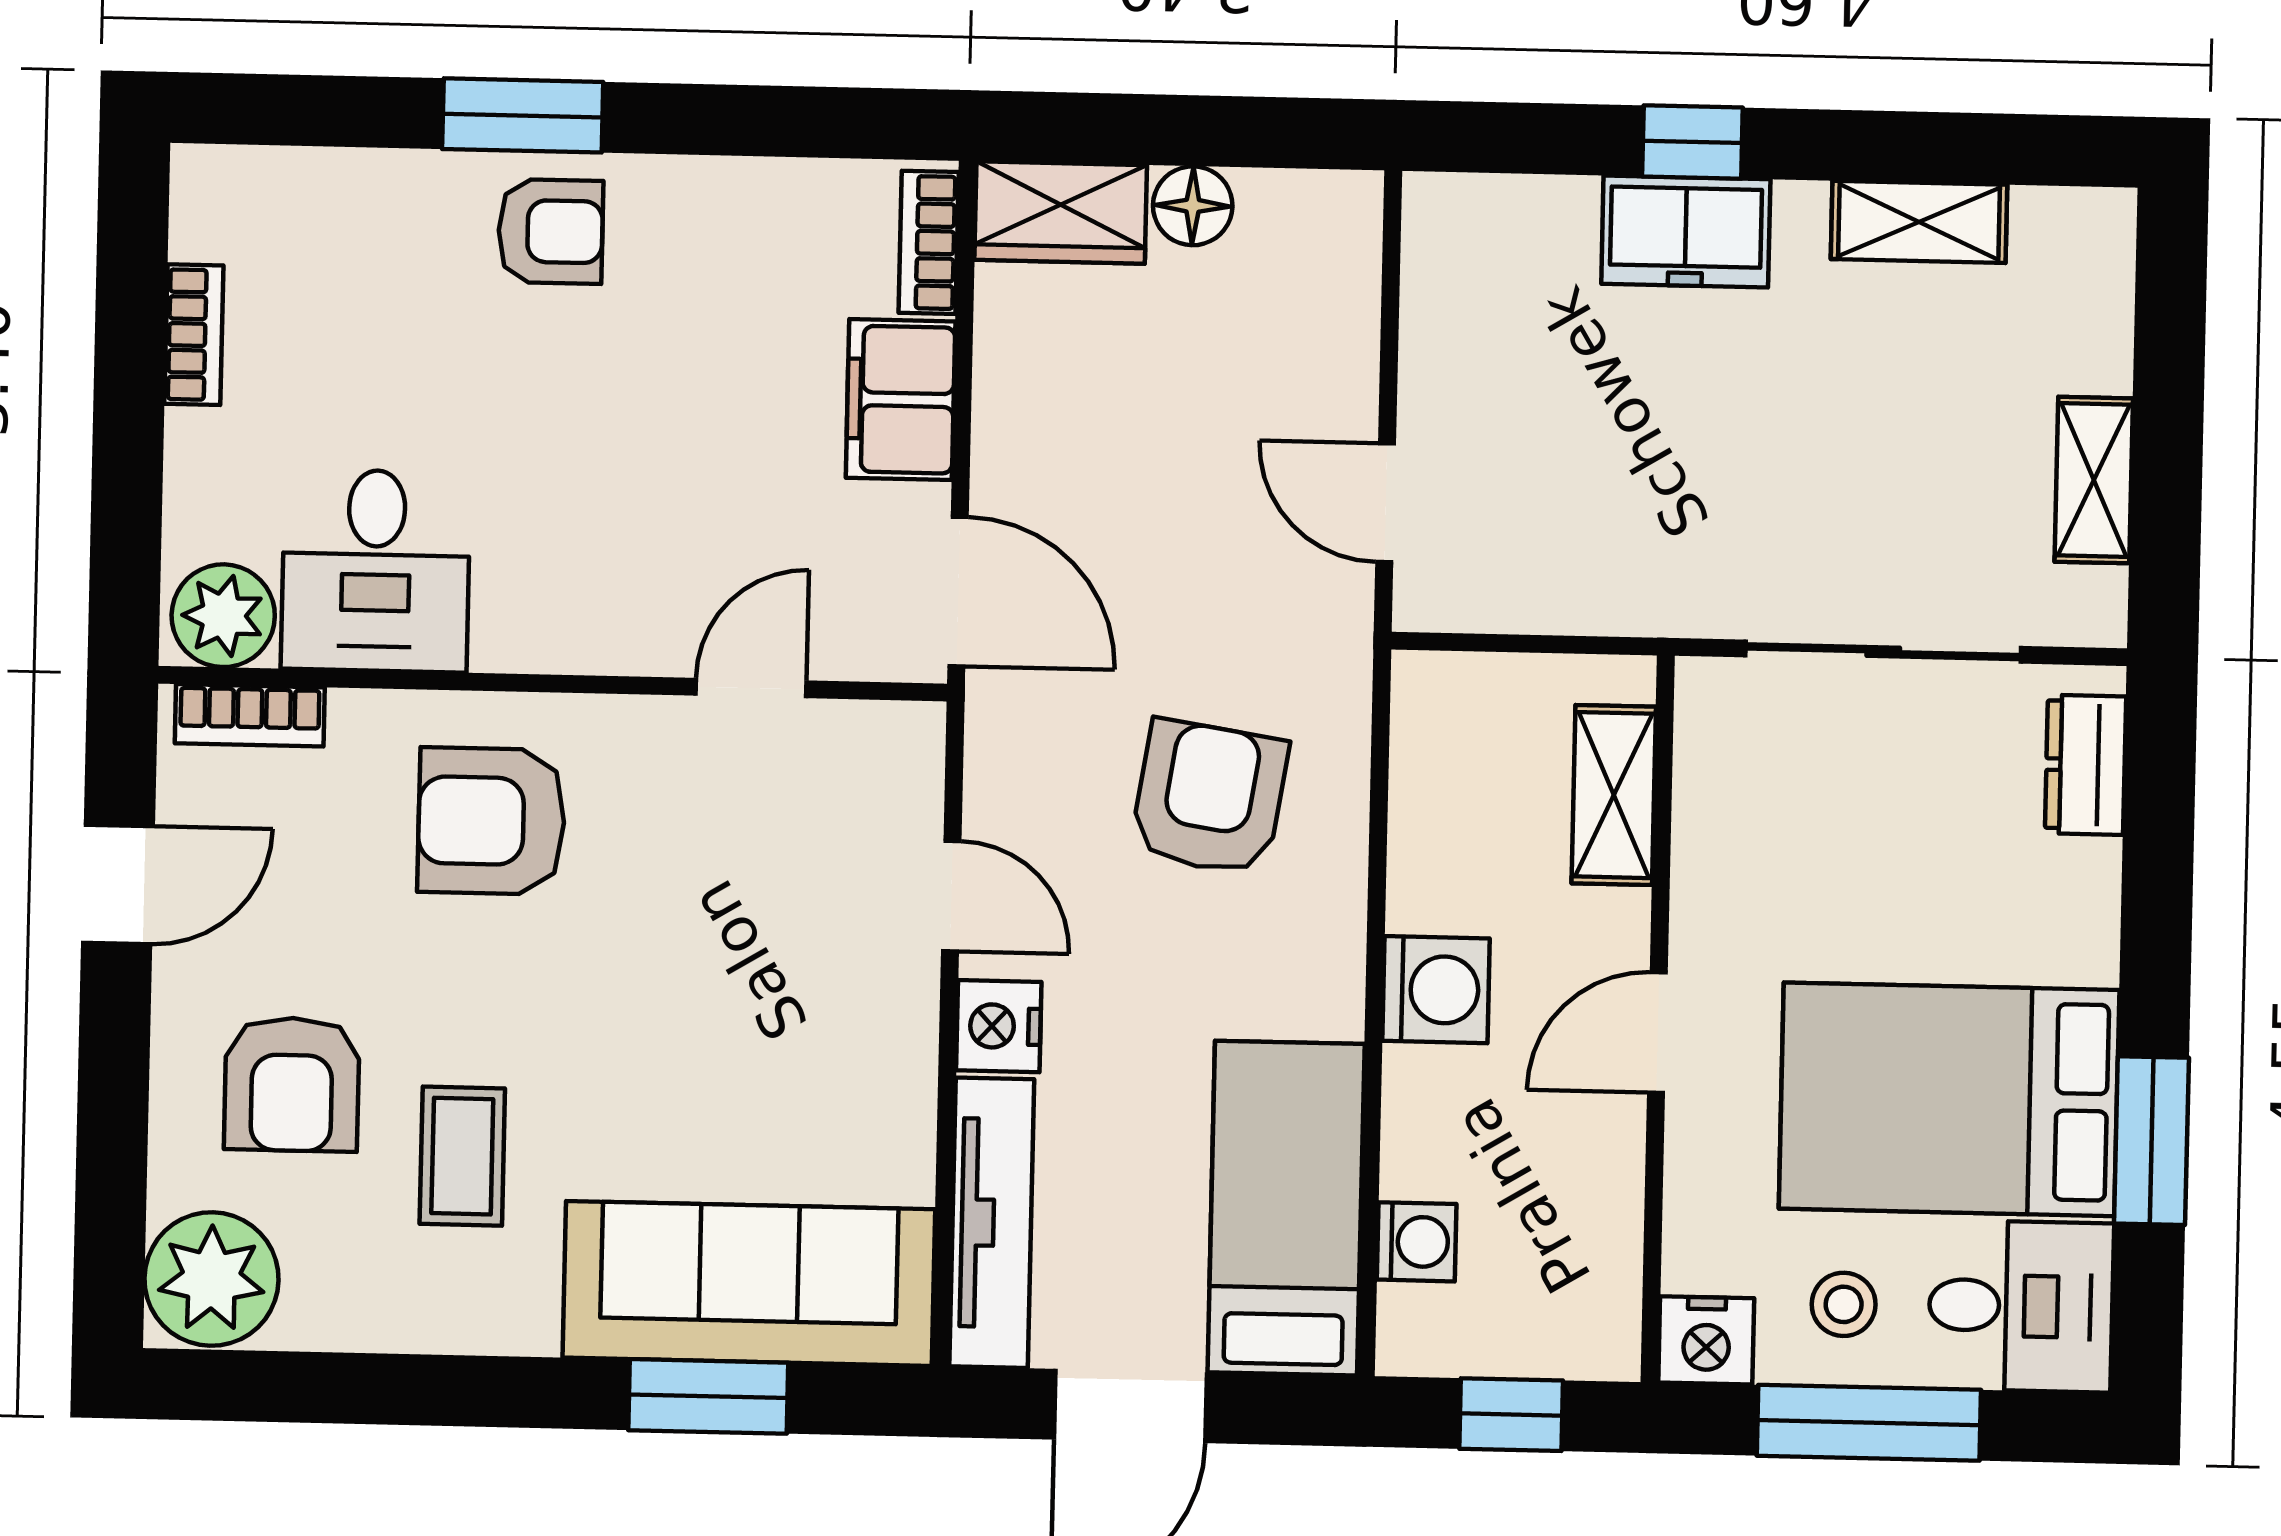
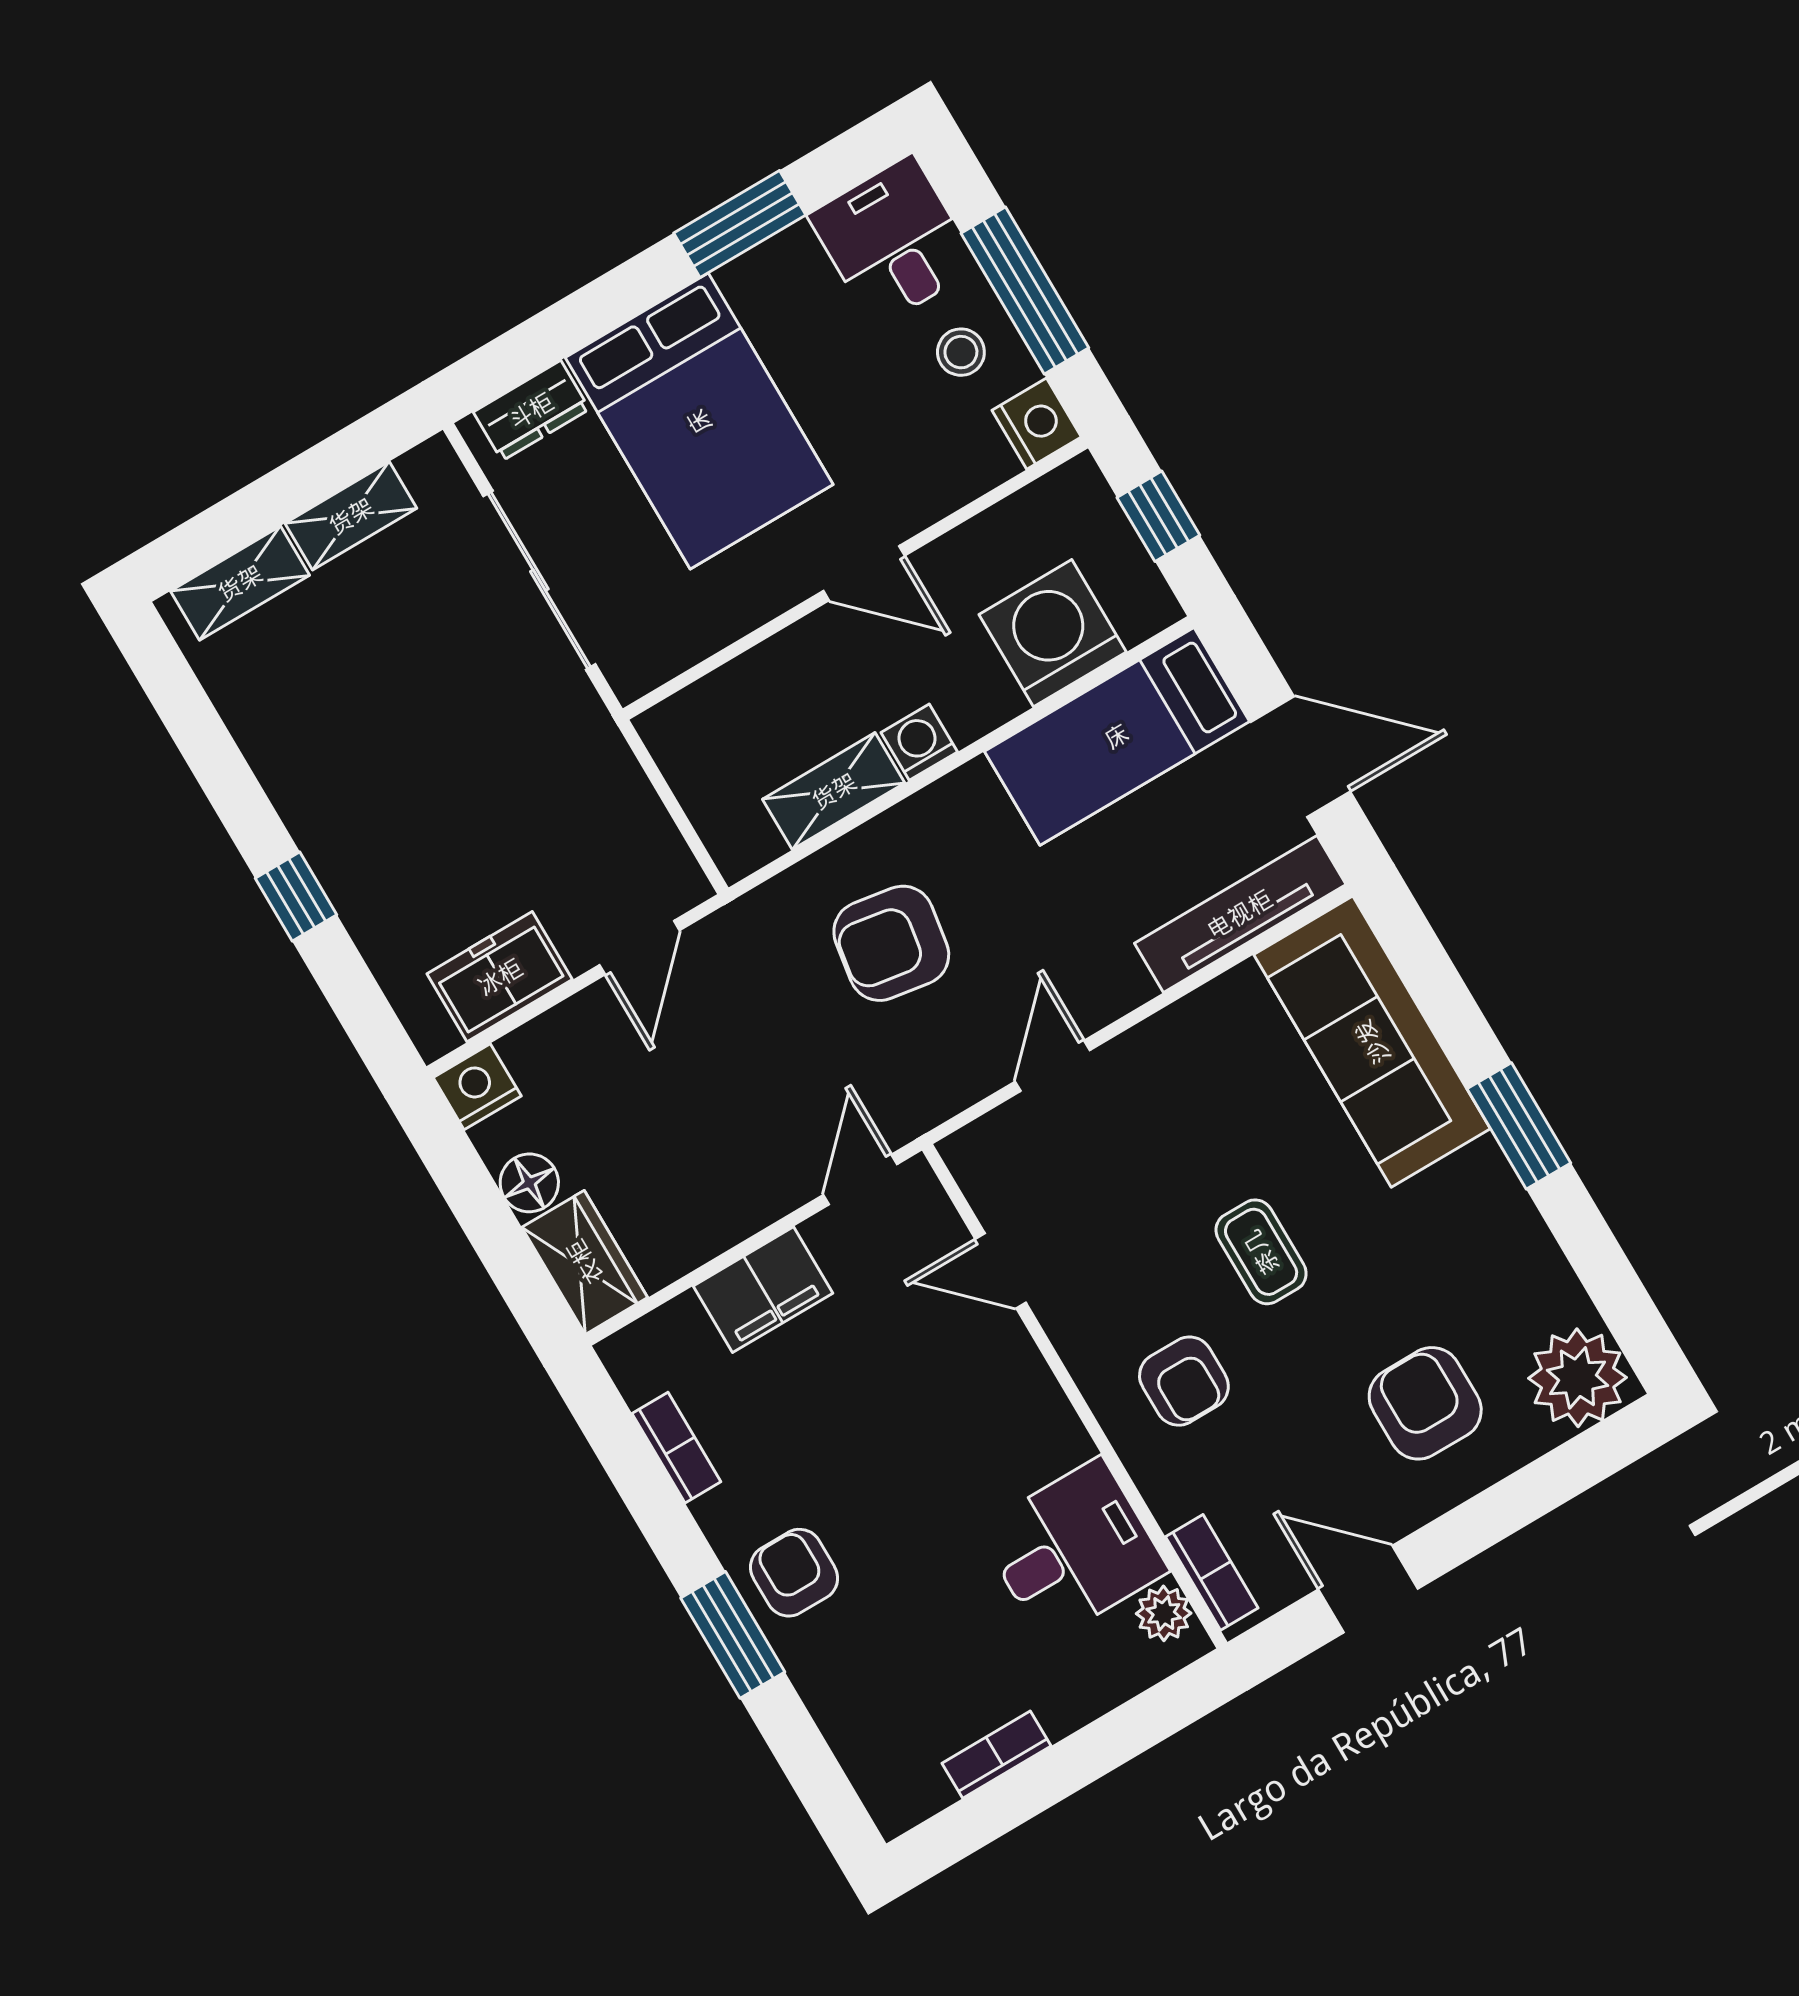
shelving: (1919, 222) -> (240, 583), moved, turned 90
freezer: (1686, 232) -> (500, 977), moved, turned -90
bookcase: (929, 242) -> (676, 1448), moved, turned -90
door: (958, 591) -> (860, 1180), width x0.73
plant: (223, 616) -> (1164, 1613), width x0.73, depth x0.73
shelving: (1614, 795) -> (834, 791), moved
armchair: (491, 821) -> (1184, 1381), width x0.72, depth x0.72
washing machine: (1436, 990) -> (919, 742), width x0.73, depth x0.73
nightstand: (999, 1026) -> (477, 1087), moved, turned 180
armchair: (292, 1084) -> (1425, 1403), turned -90
bed: (1949, 1099) -> (699, 421), moved
coffee table: (462, 1156) -> (1261, 1252), moved, turned 90
washing machine: (1417, 1242) -> (1053, 633), width x1.89, depth x1.89
window: (708, 1396) -> (1519, 1126), moved

